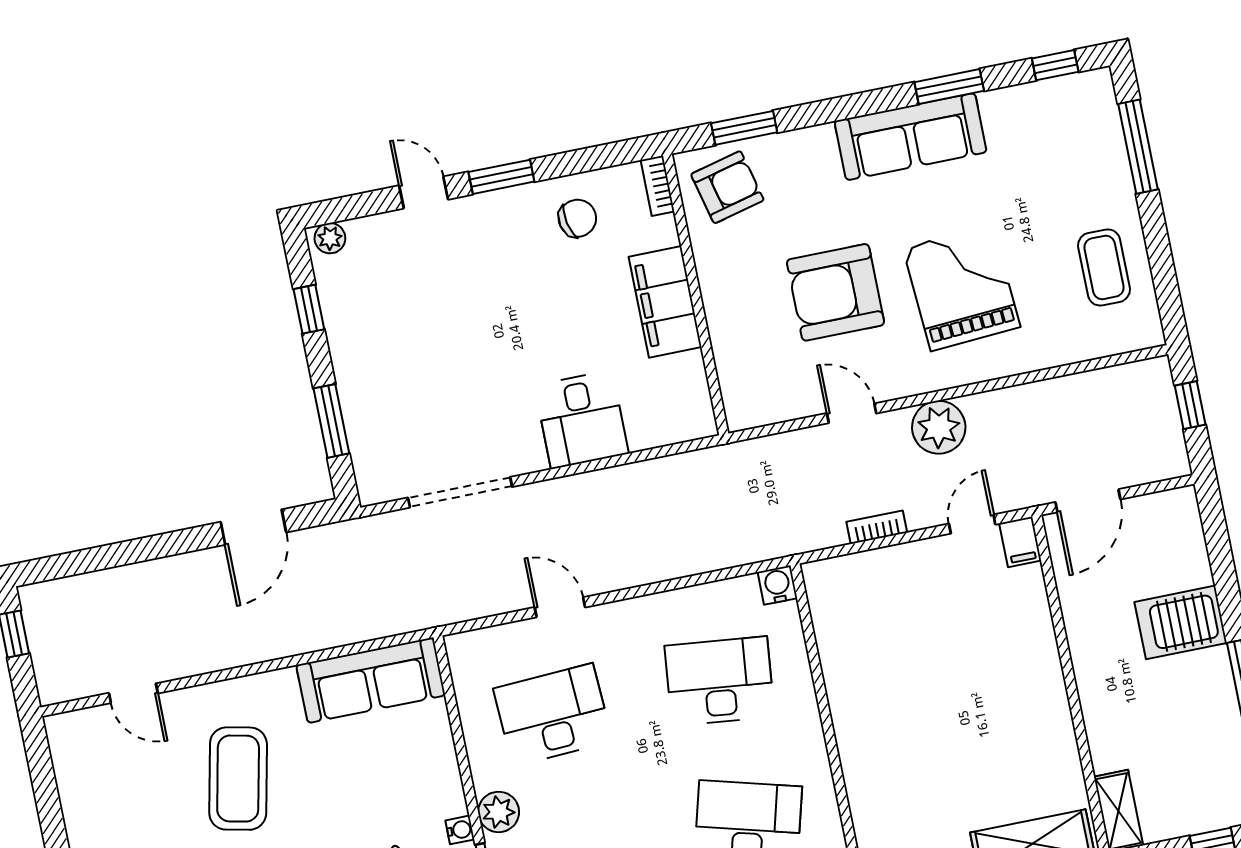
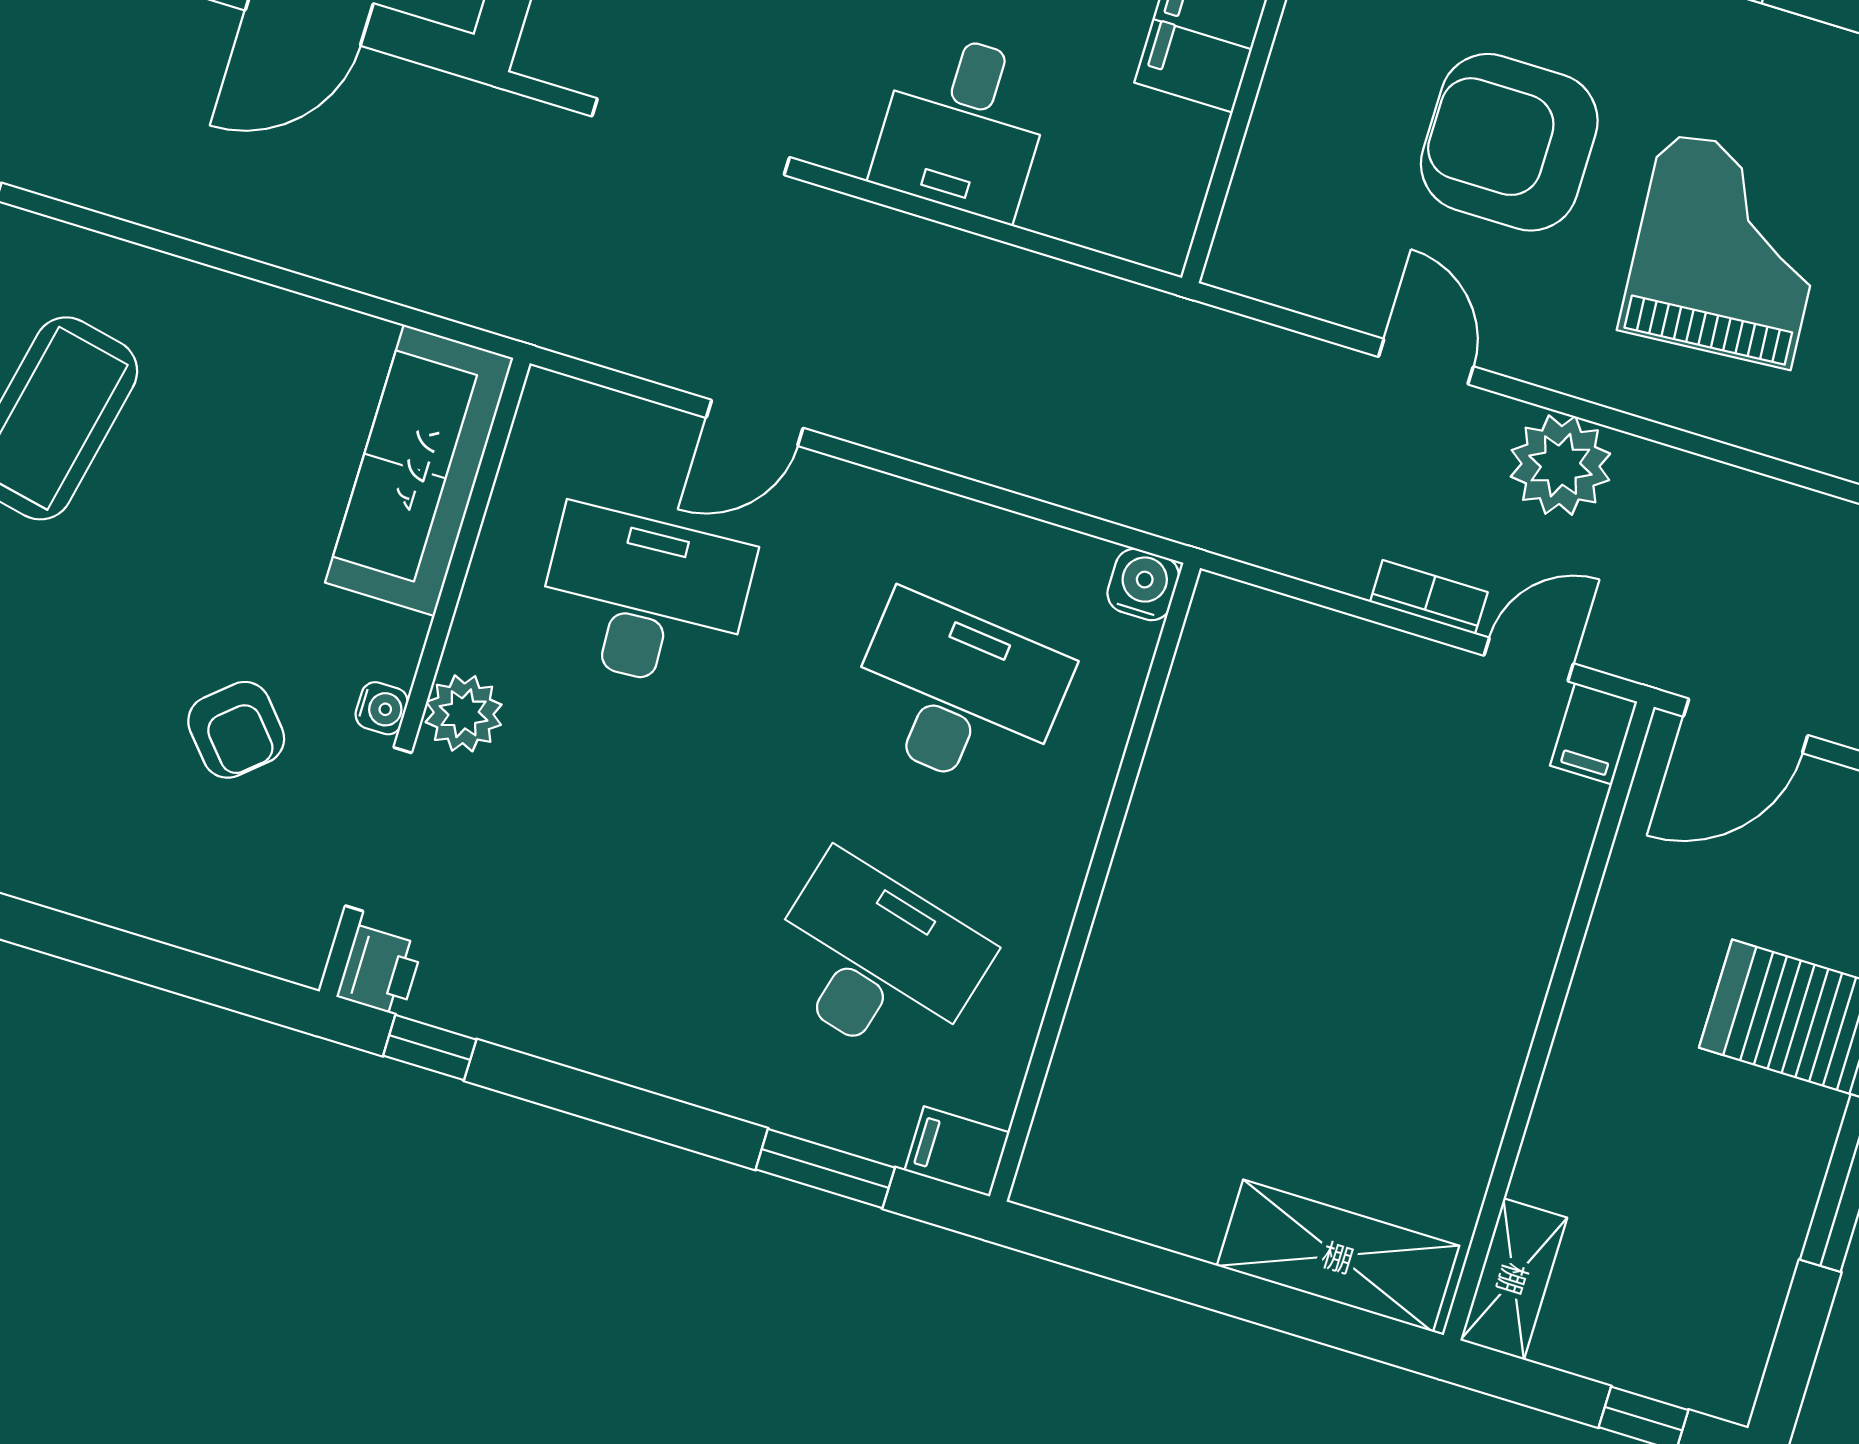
bookcase: (877, 527) -> (1429, 597), moved
door: (560, 607) -> (755, 423), swing flipped
sofa: (371, 680) -> (419, 470), moved, turned 90

